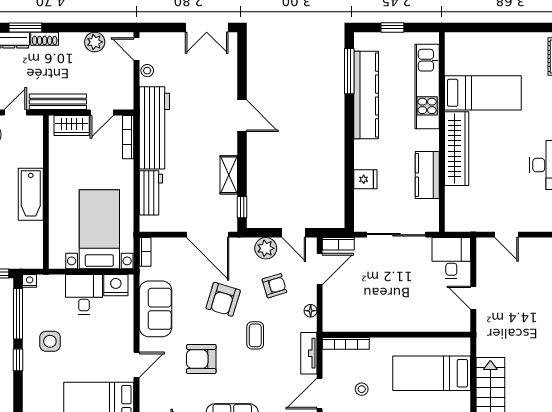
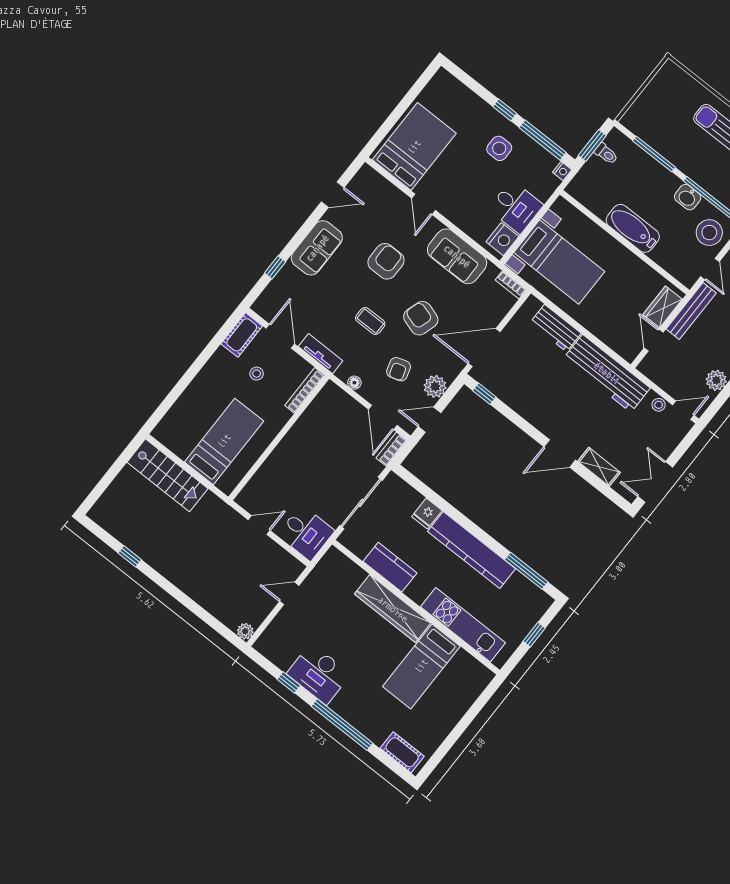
kitchen counter: (366, 95) -> (472, 550), moved
bookcase: (128, 137) -> (616, 346), removed
shelving: (229, 175) -> (599, 467), moved

